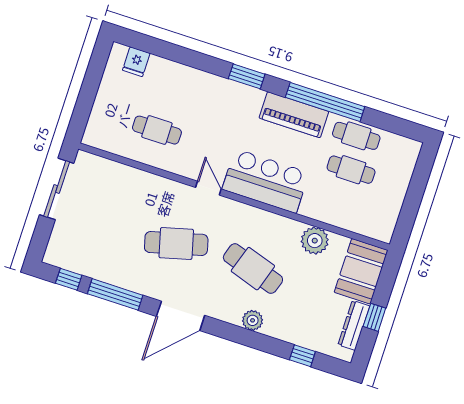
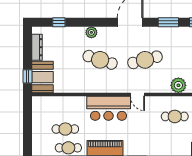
plant: (315, 241) -> (178, 85), moved
window: (115, 294) -> (168, 22), width x0.69
window: (374, 317) -> (27, 76), moved

